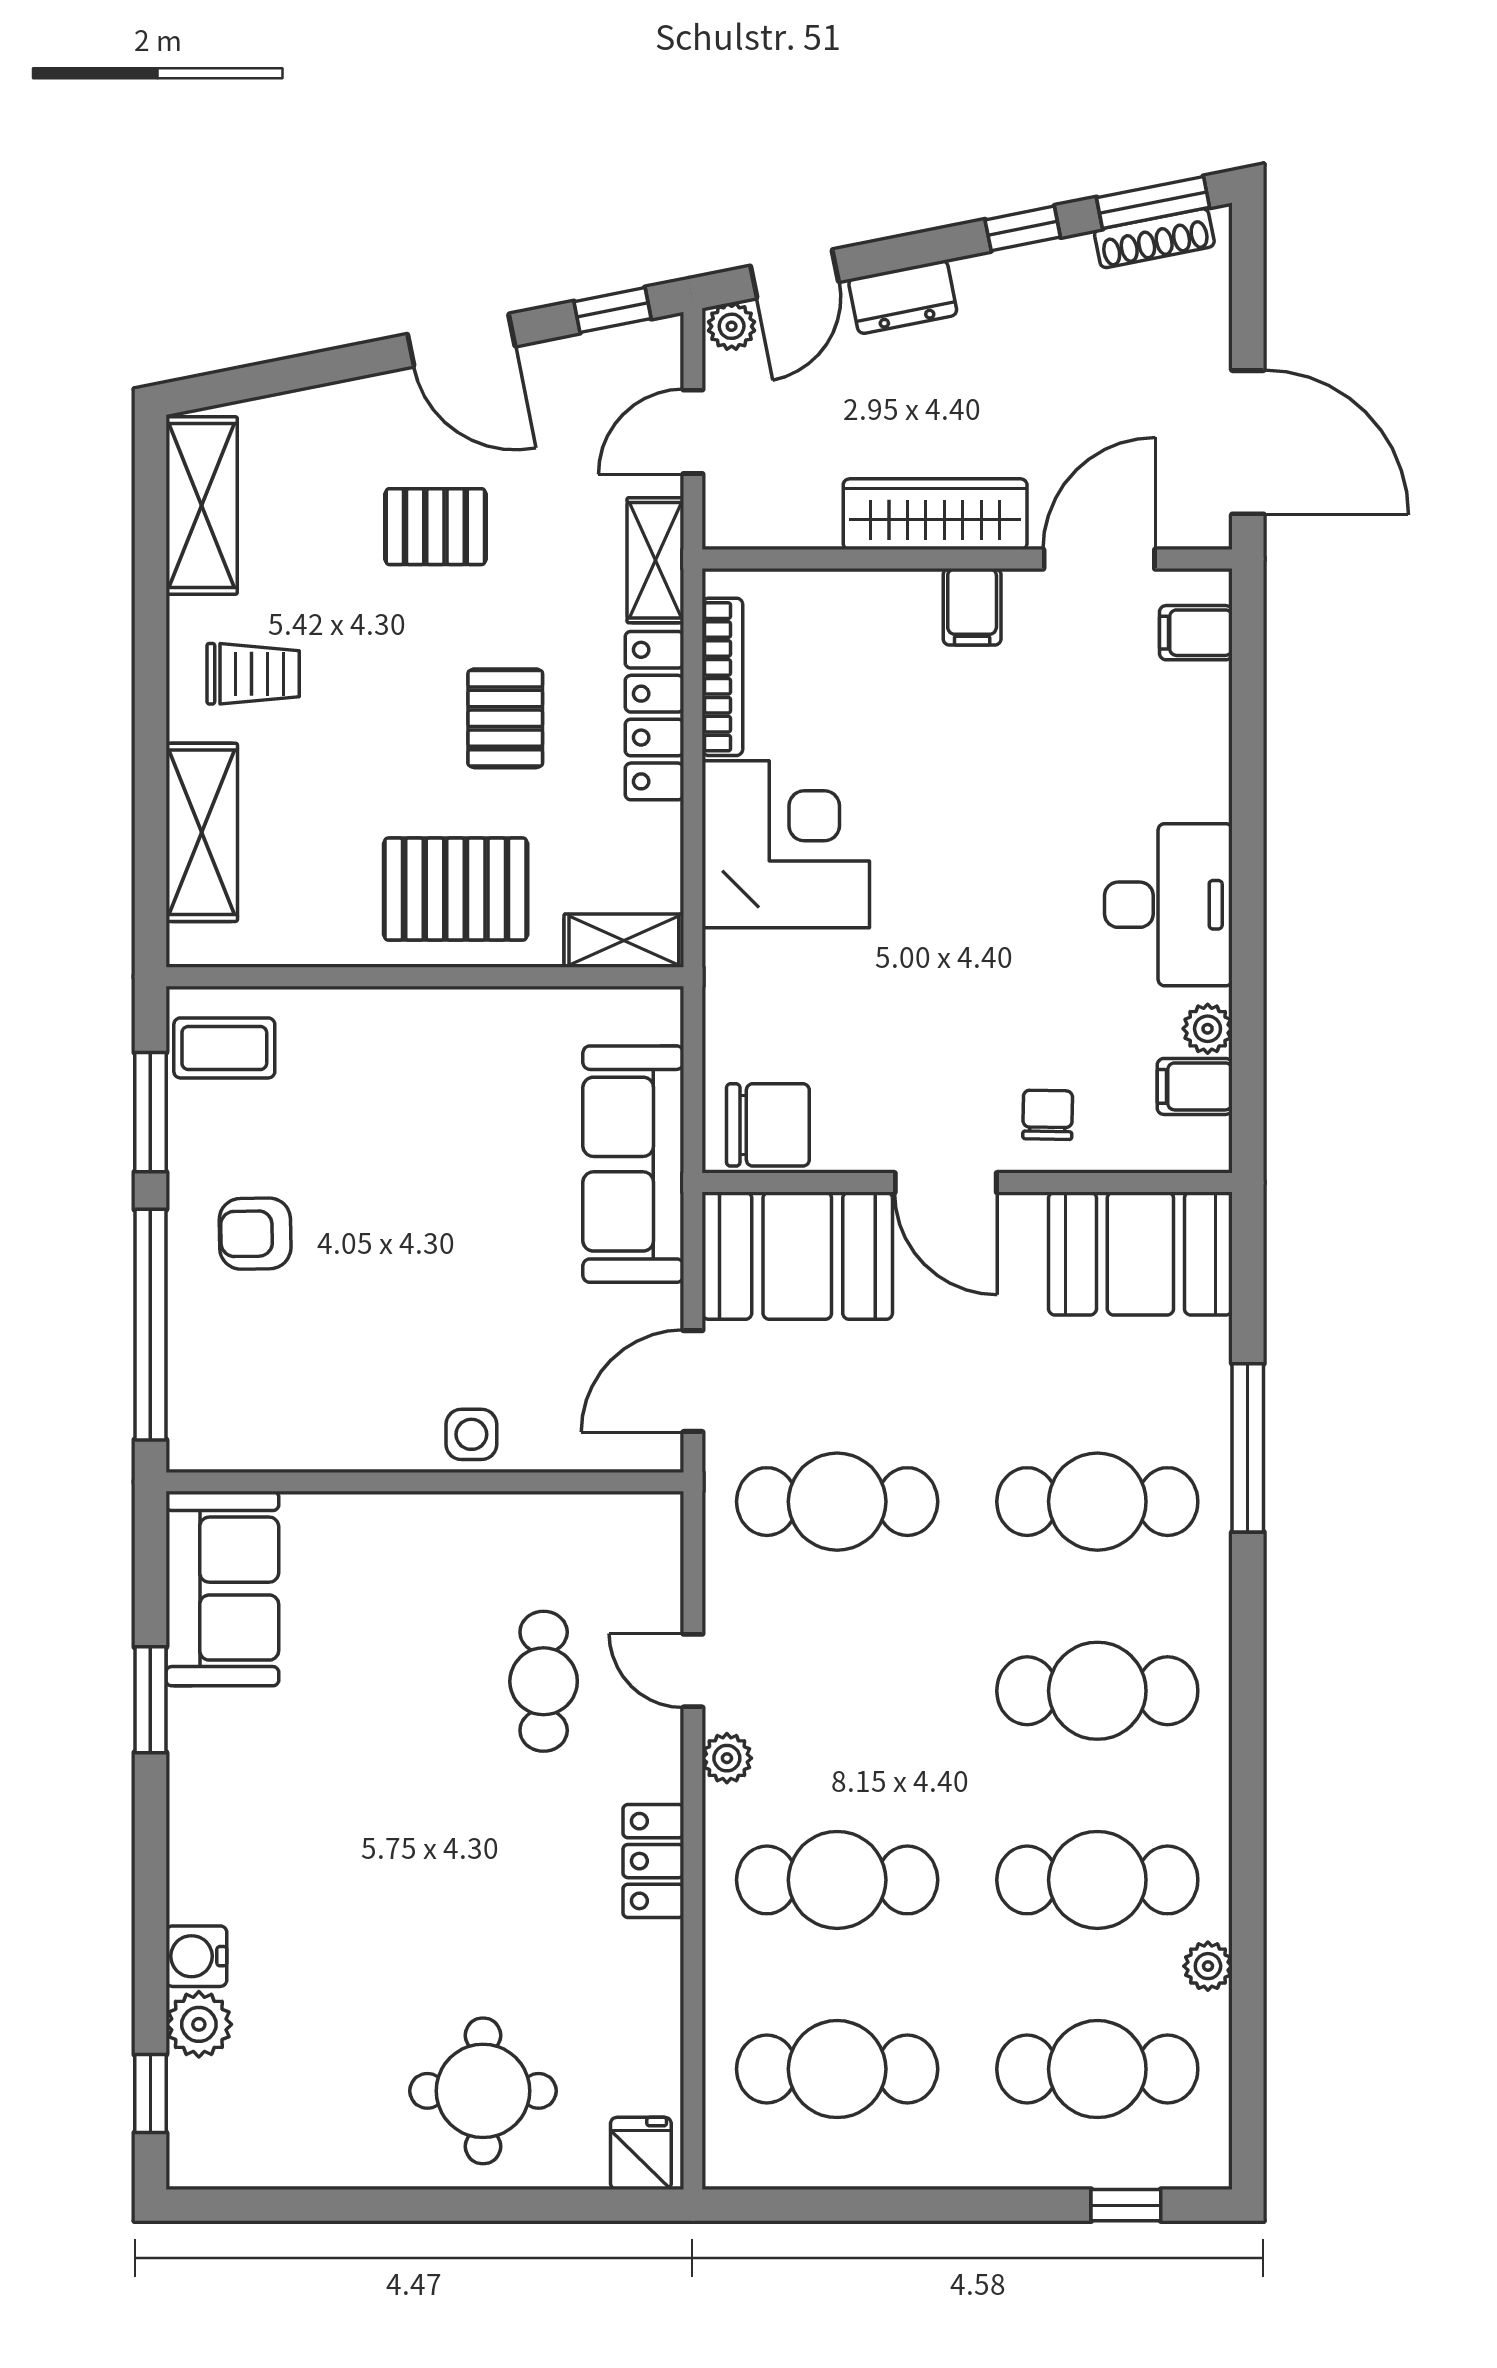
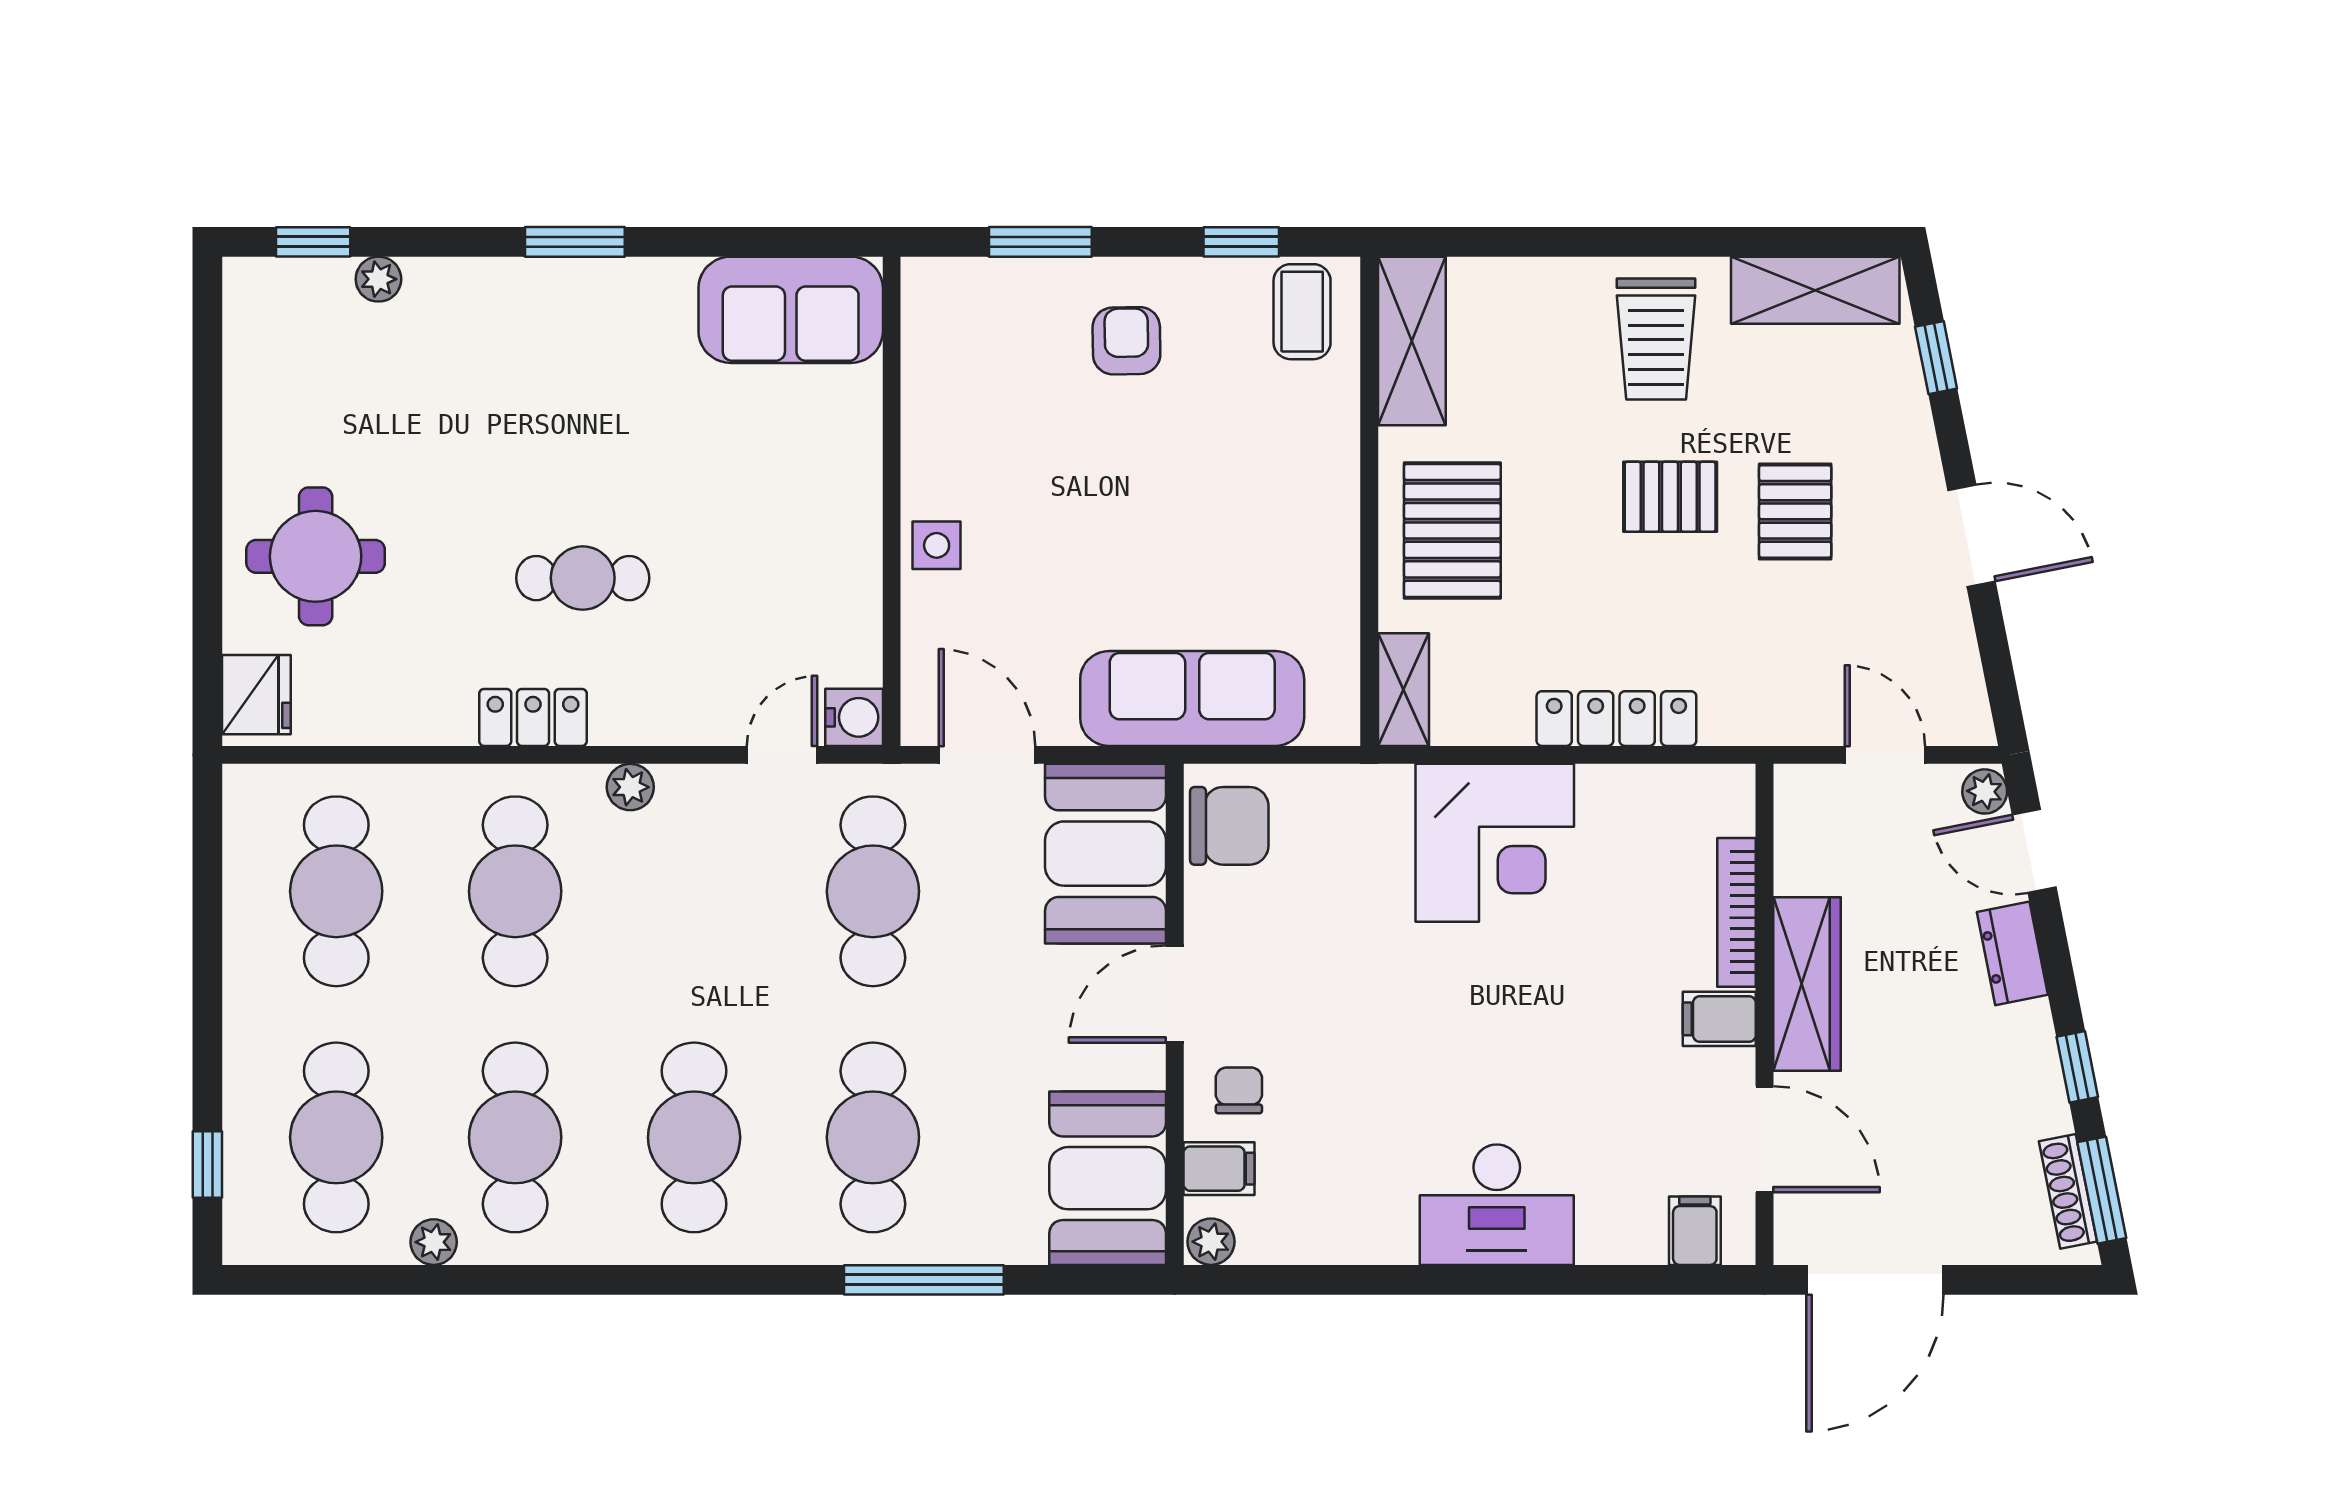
window: (612, 310) -> (1936, 358), moved
door: (461, 340) -> (1972, 536), swing flipped
shelving: (655, 560) -> (1763, 719), removed
trolley: (253, 674) -> (1656, 339), width x1.36, depth x1.39
bookcase: (722, 677) -> (1737, 912), moved, turned 90
pallet: (505, 718) -> (1670, 497), moved
shelving: (202, 832) -> (1412, 341), moved, turned 90
desk: (1168, 905) -> (1497, 1205), moved
plant: (1208, 1029) -> (1211, 1242), moved
filing cabinet: (1195, 1086) -> (1219, 1169), moved, turned 90
window: (150, 1112) -> (1241, 242), width x0.67
chair: (1048, 1115) -> (1239, 1090), turned -91
chair: (768, 1125) -> (1229, 826), turned -90
window: (150, 1325) -> (1040, 242), width x0.47
door: (693, 1671) -> (782, 755), moved
cafe table: (544, 1681) -> (583, 578), moved
window: (150, 1700) -> (575, 242), moved
water cooler: (196, 1956) -> (854, 717), moved, turned 90
plant: (199, 2024) -> (378, 279), width x0.73, depth x0.73
fridge: (641, 2153) -> (256, 695), width x1.38

